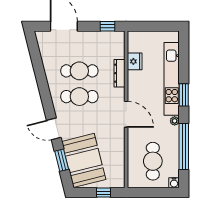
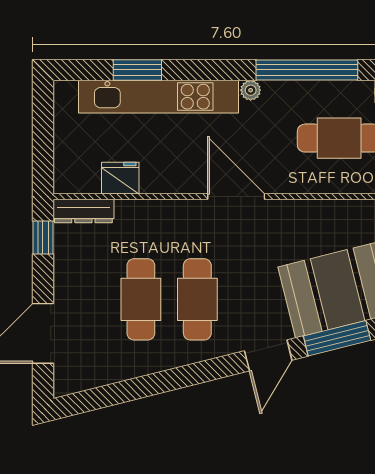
dresser: (120, 73) -> (83, 211), moved
window: (184, 95) -> (137, 70), moved
door: (126, 114) -> (236, 197), hinge flipped
window: (62, 160) -> (337, 338), width x1.44

